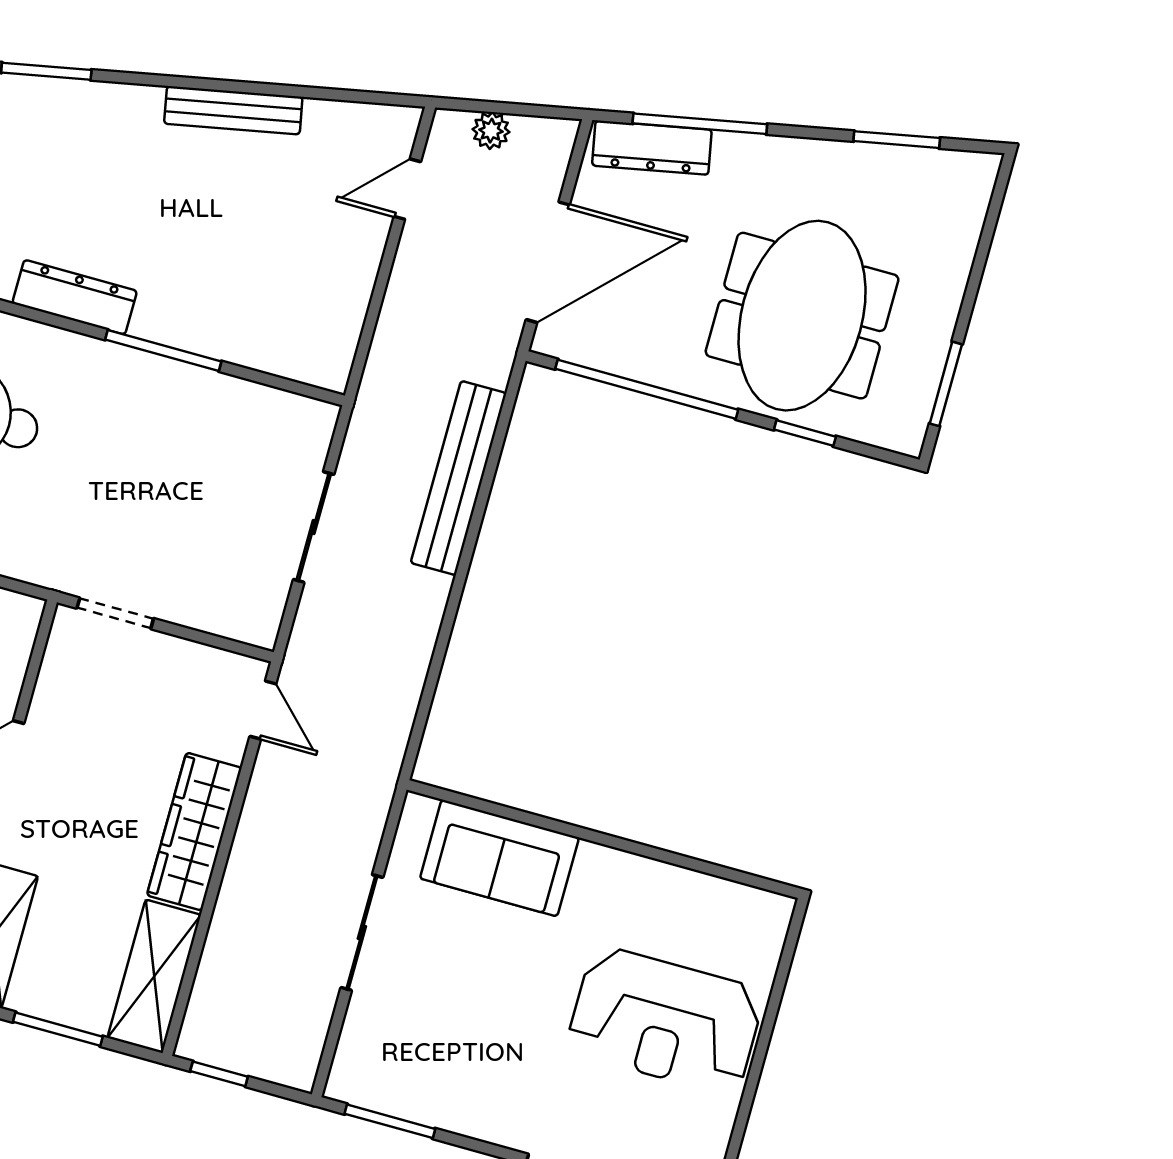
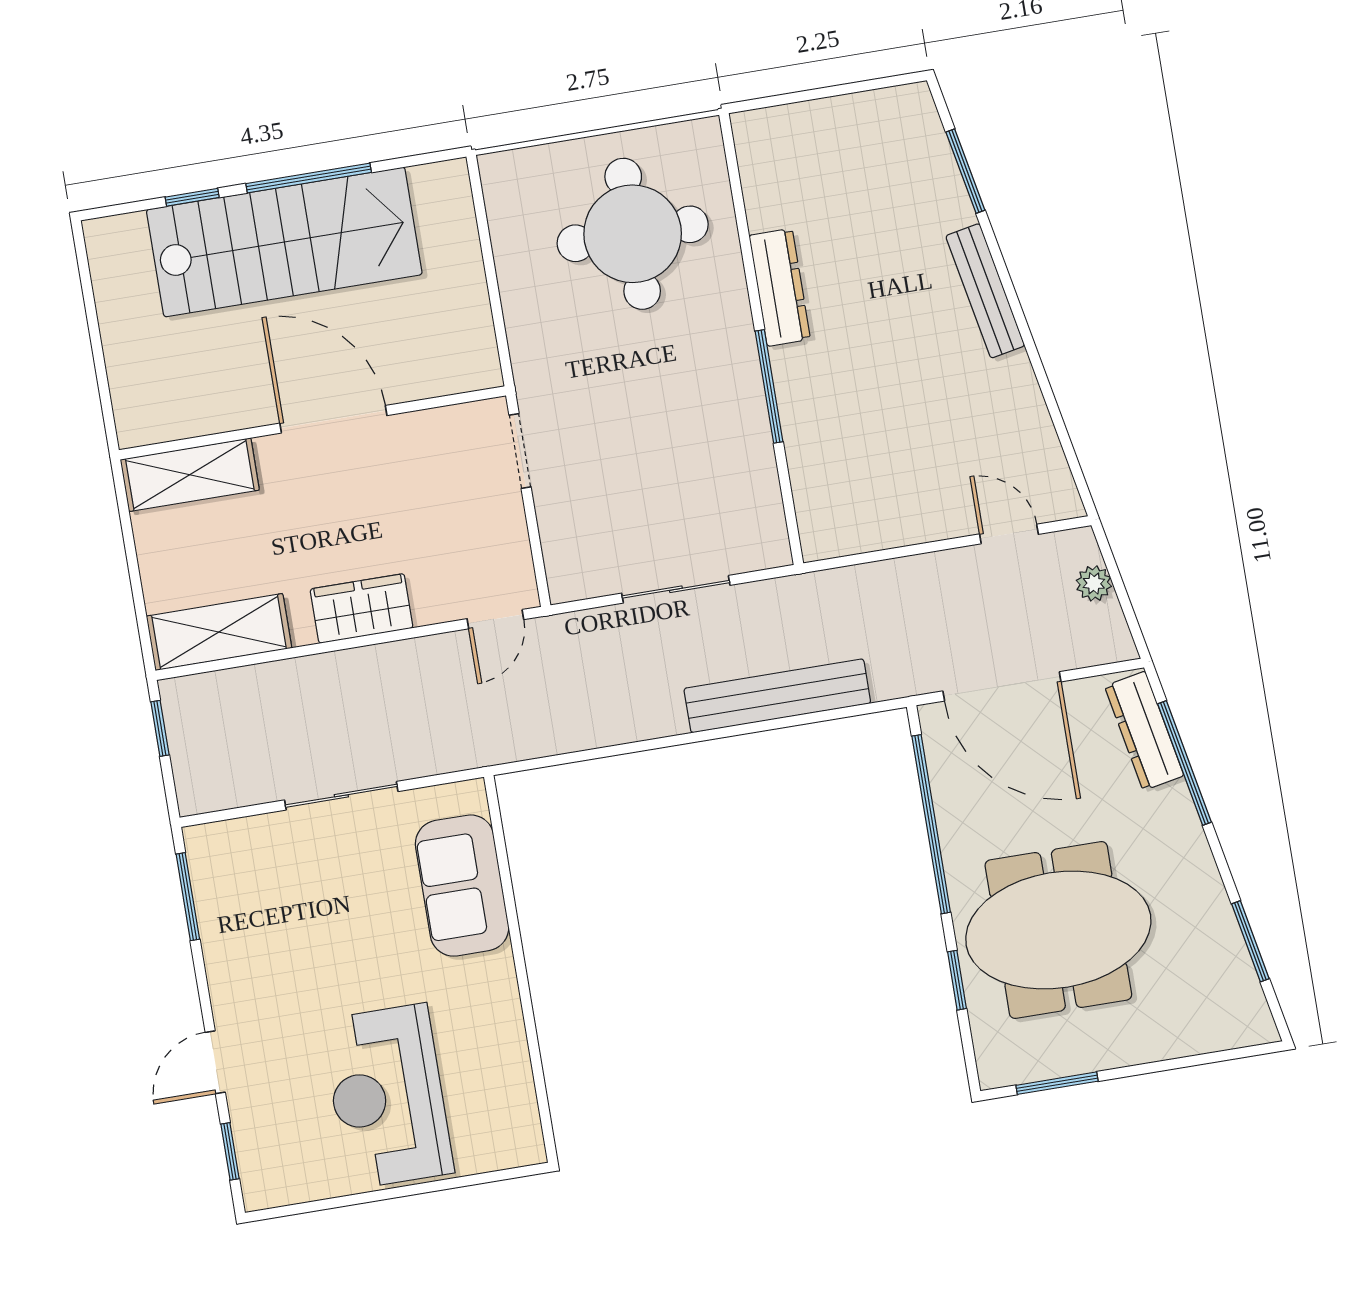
bench: (233, 110) -> (985, 291), moved
wardrobe: (194, 832) -> (362, 609), width x0.67
window: (58, 1029) -> (134, 569), removed

